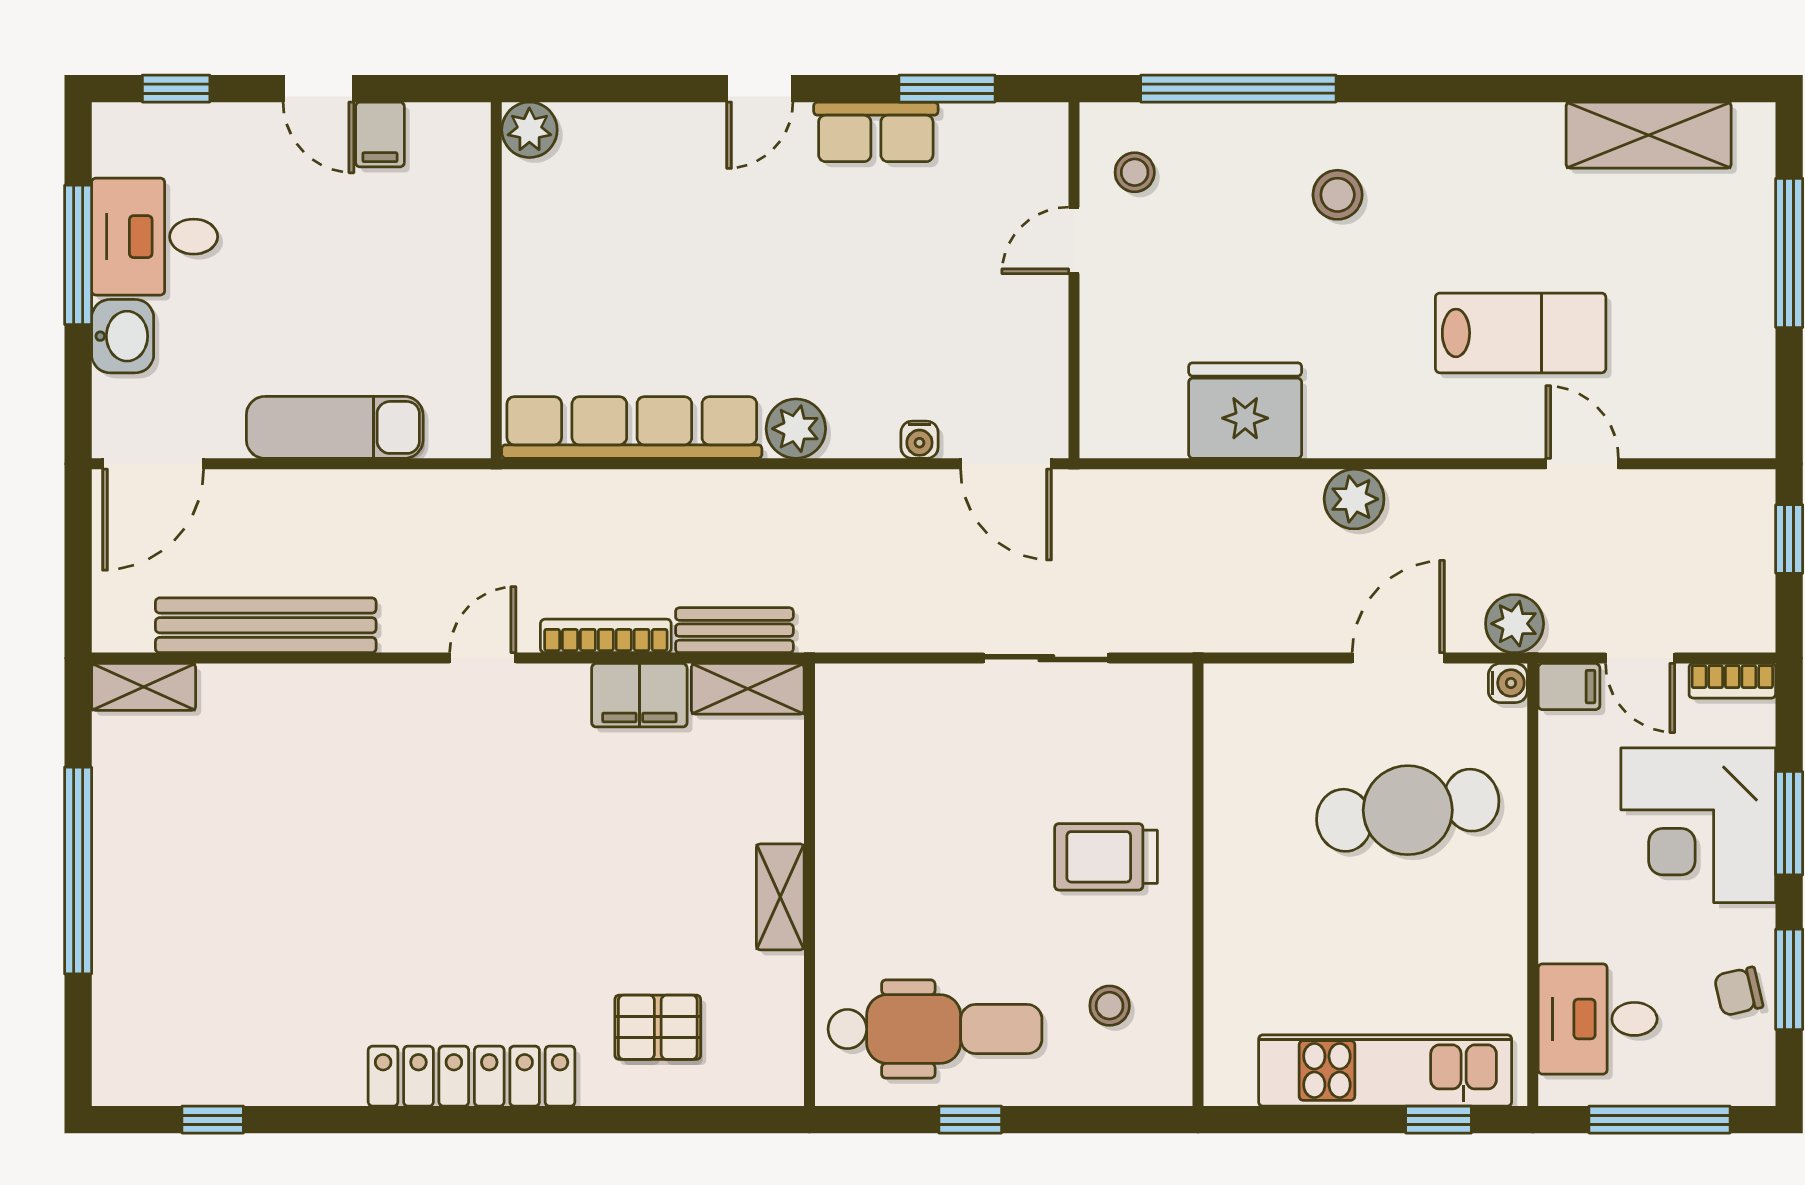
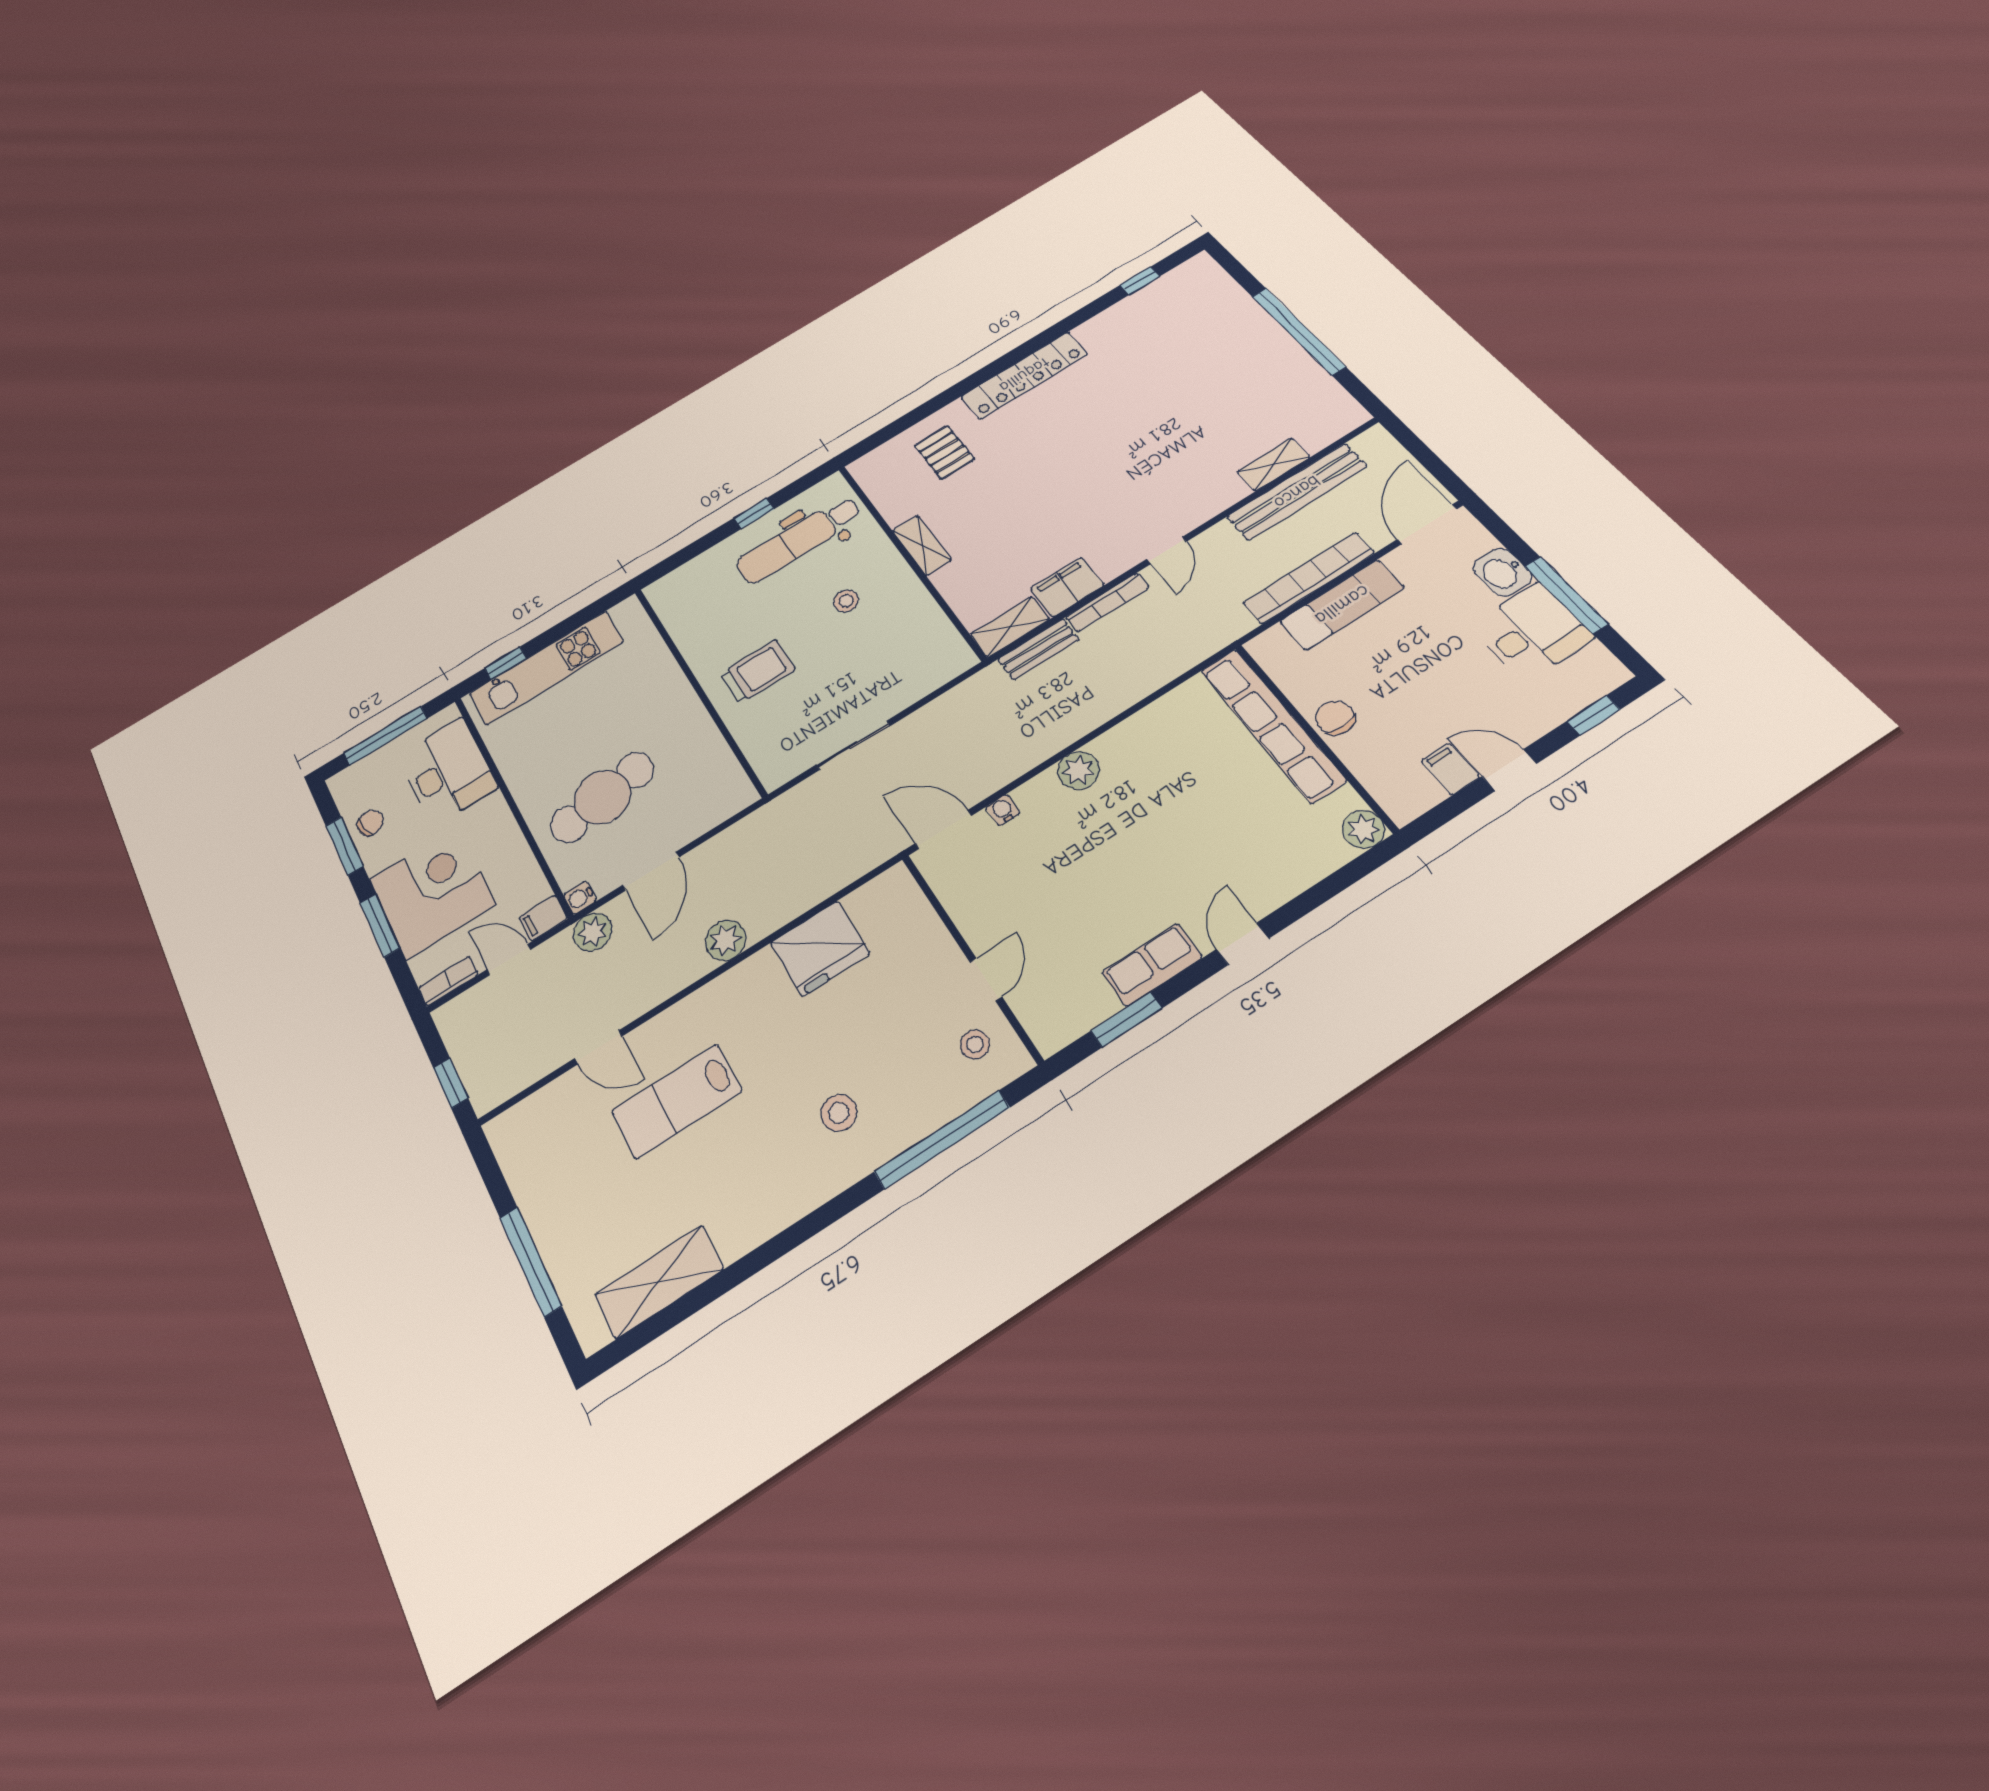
chair: (455, 287) -> (1335, 718), added
row of seats: (632, 428) -> (1272, 725), moved, turned 90
bookcase: (345, 492) -> (1309, 578), added
shelving: (144, 687) -> (1273, 465), moved
stool: (1110, 1006) -> (846, 601), moved
desk: (1598, 1019) -> (448, 771), width x1.37
pallet: (658, 1027) -> (944, 452), turned 90

